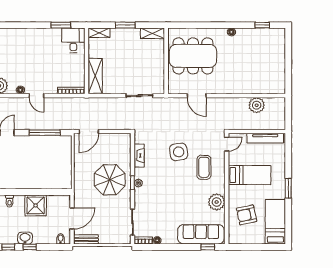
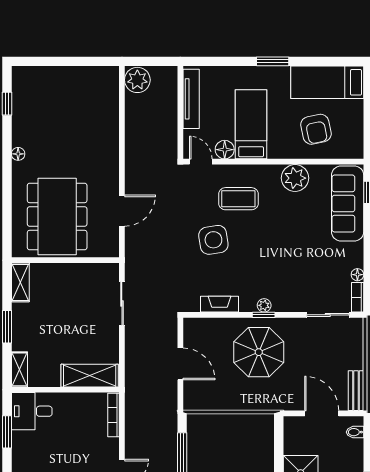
plant: (257, 105) -> (137, 80), moved
door: (89, 132) -> (180, 364), moved
floor lamp: (234, 159) -> (225, 150), added

